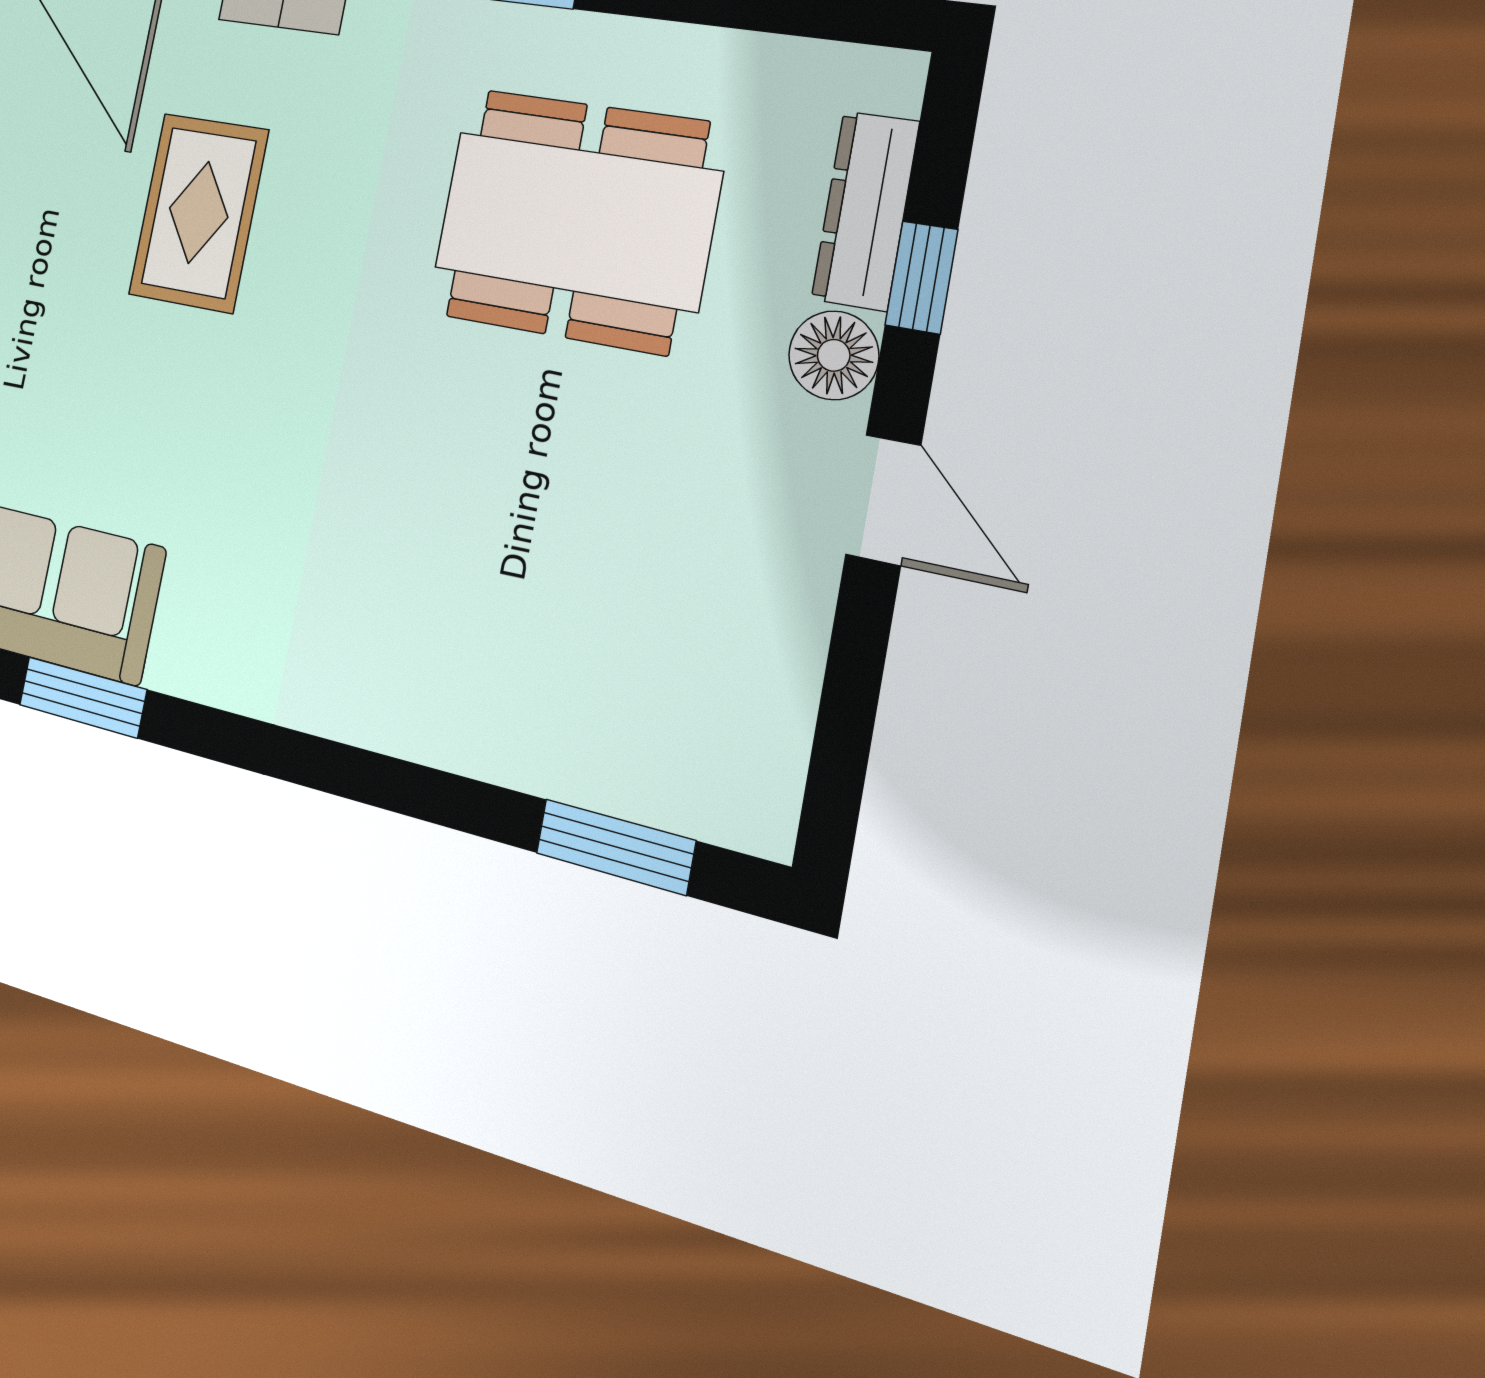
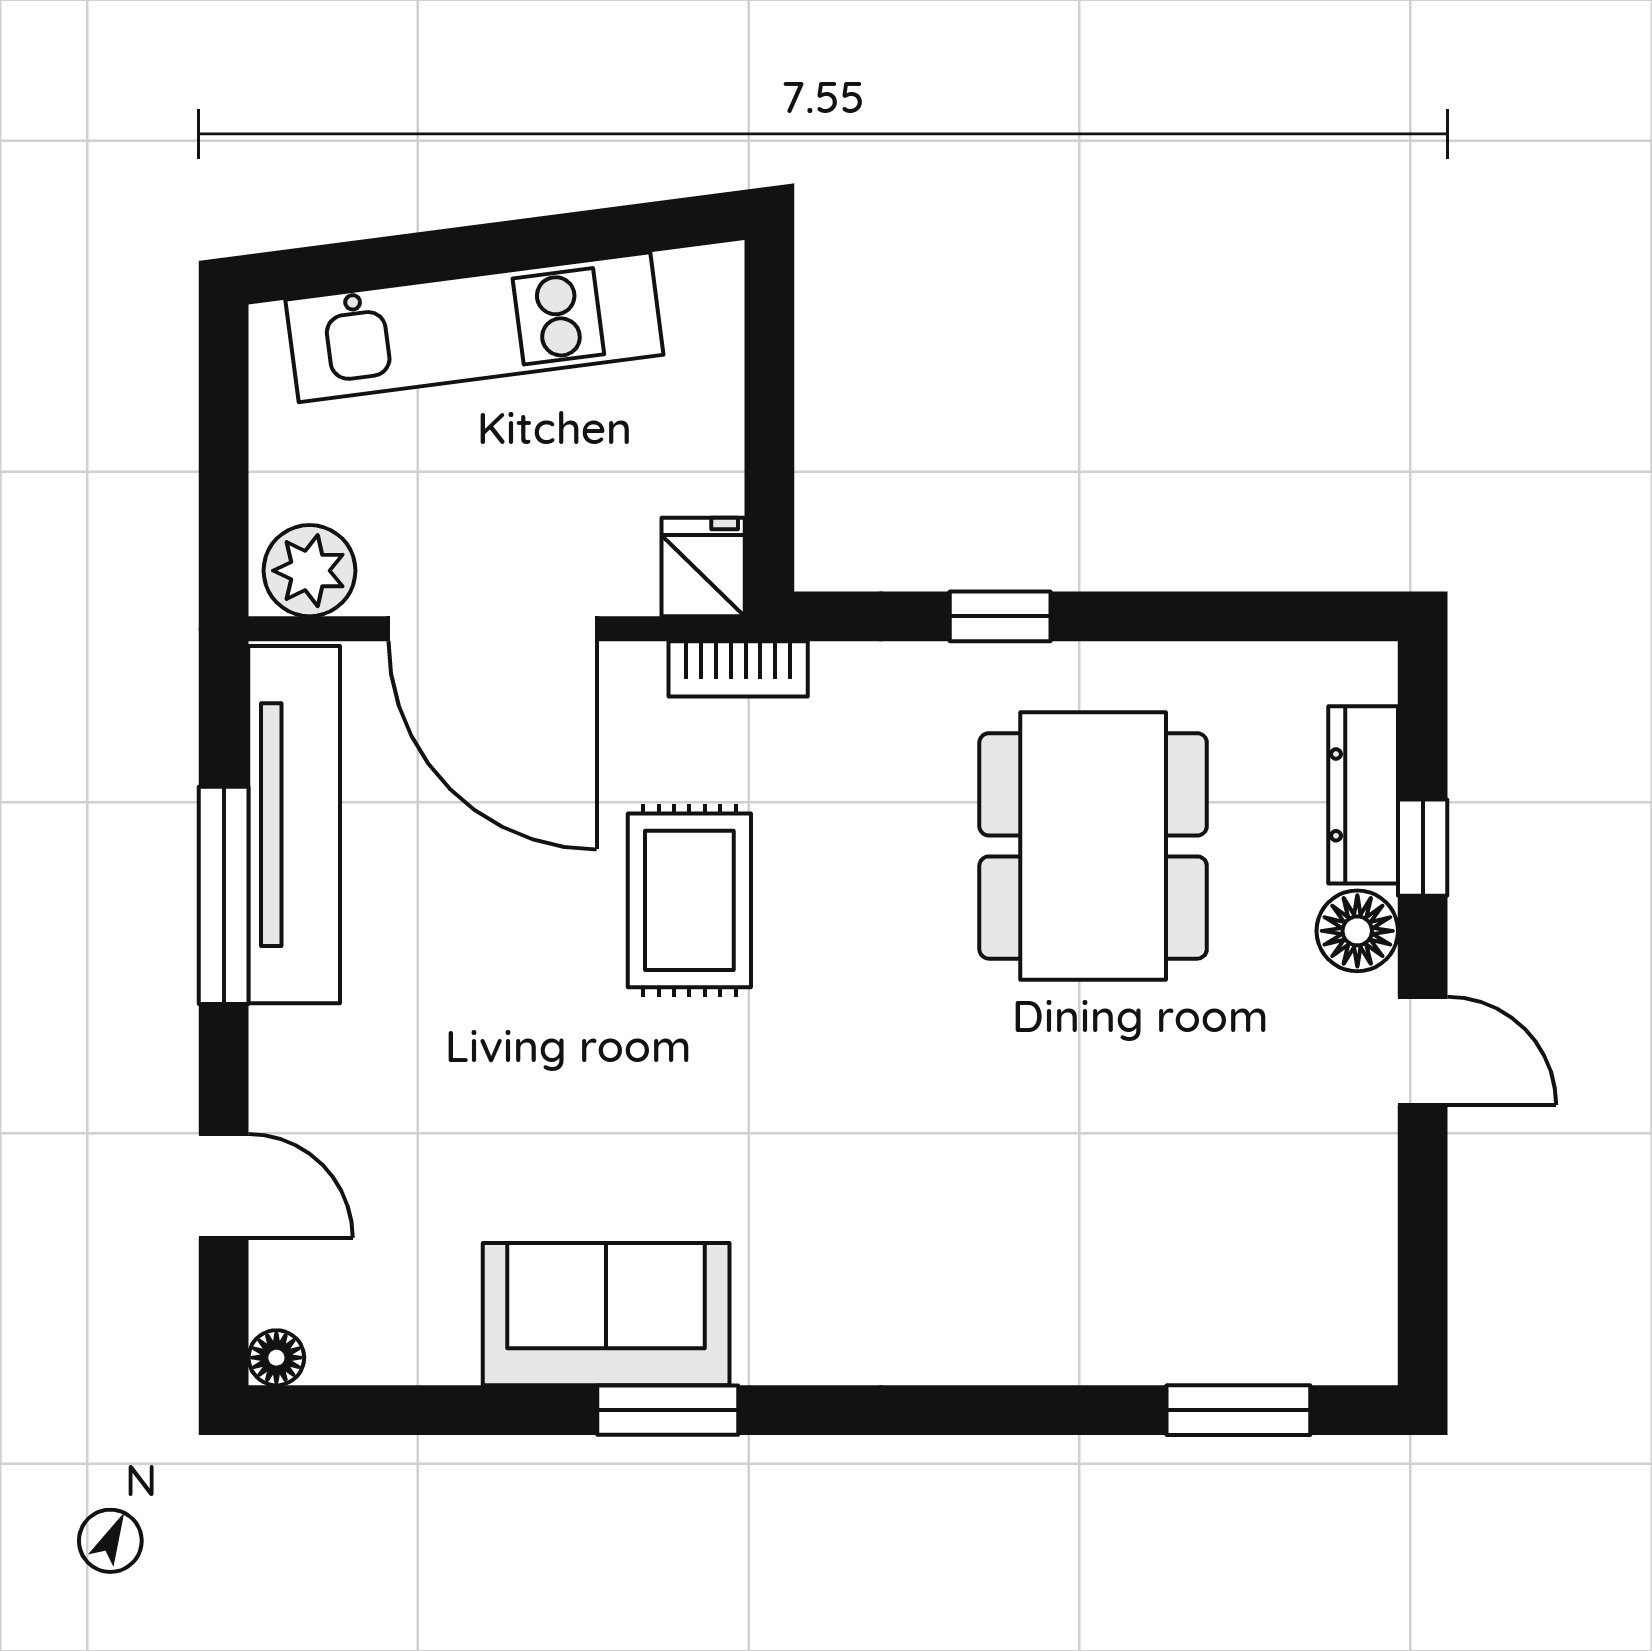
dining table: (576, 220) -> (1093, 846), turned 90

